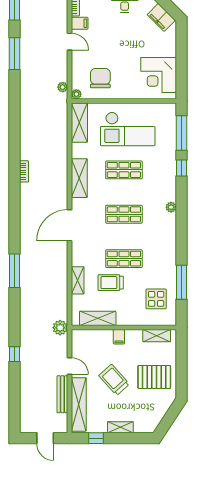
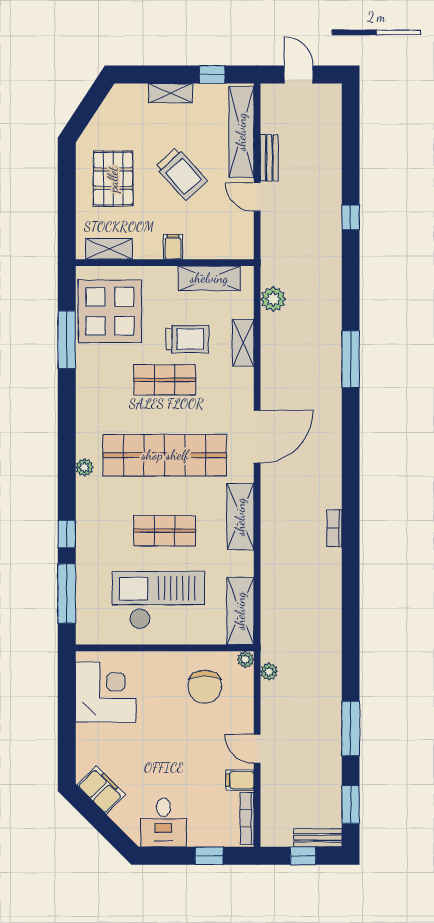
shop shelf: (124, 214) -> (165, 455), width x2.00, depth x1.36
display table: (156, 299) -> (110, 311), width x1.86, depth x1.86
plant: (60, 328) -> (273, 299), moved
pallet: (154, 377) -> (113, 179), turned 90
bench: (62, 394) -> (269, 158), width x0.73

